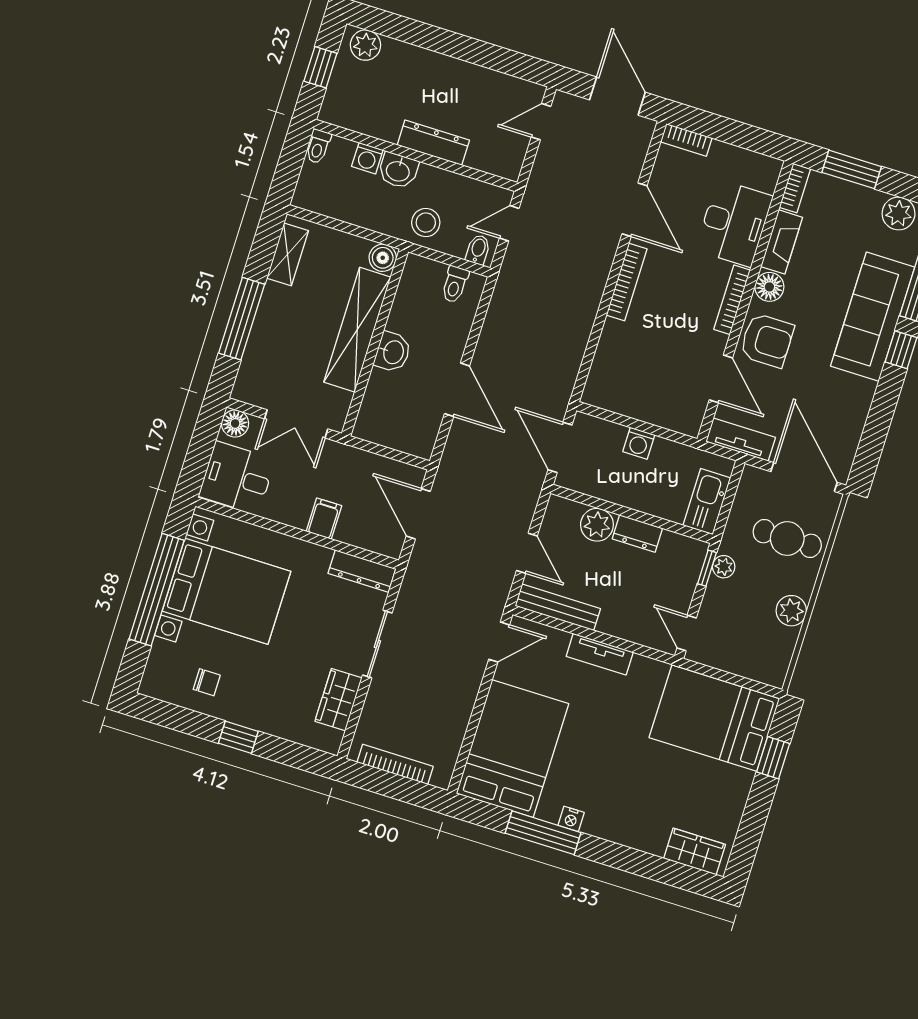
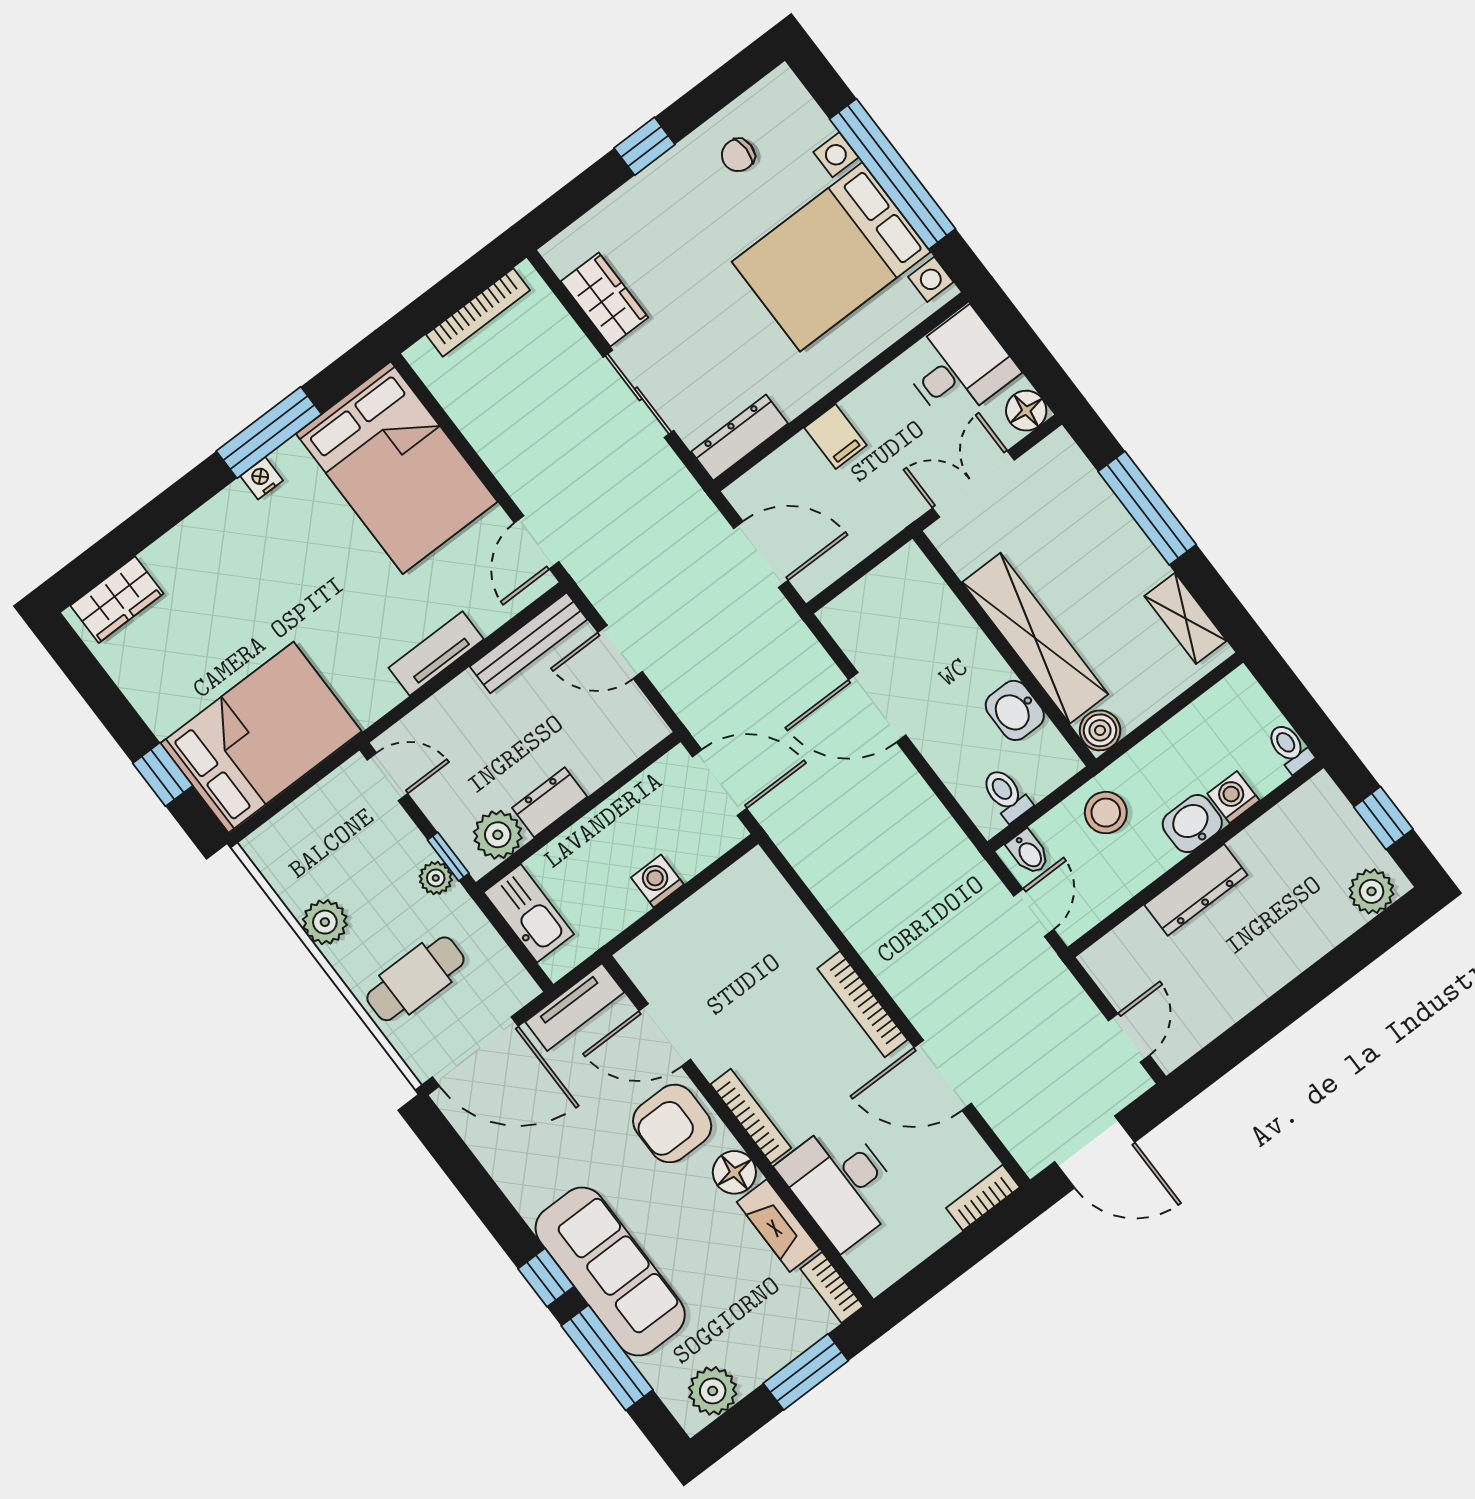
washbasin: (393, 352) -> (1015, 710), moved
plant: (597, 525) -> (498, 835), moved

